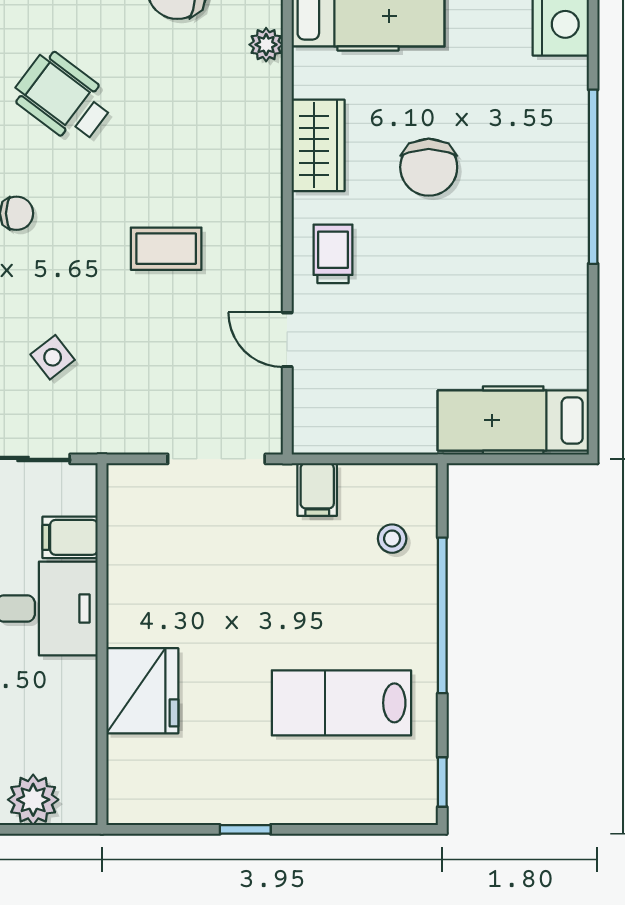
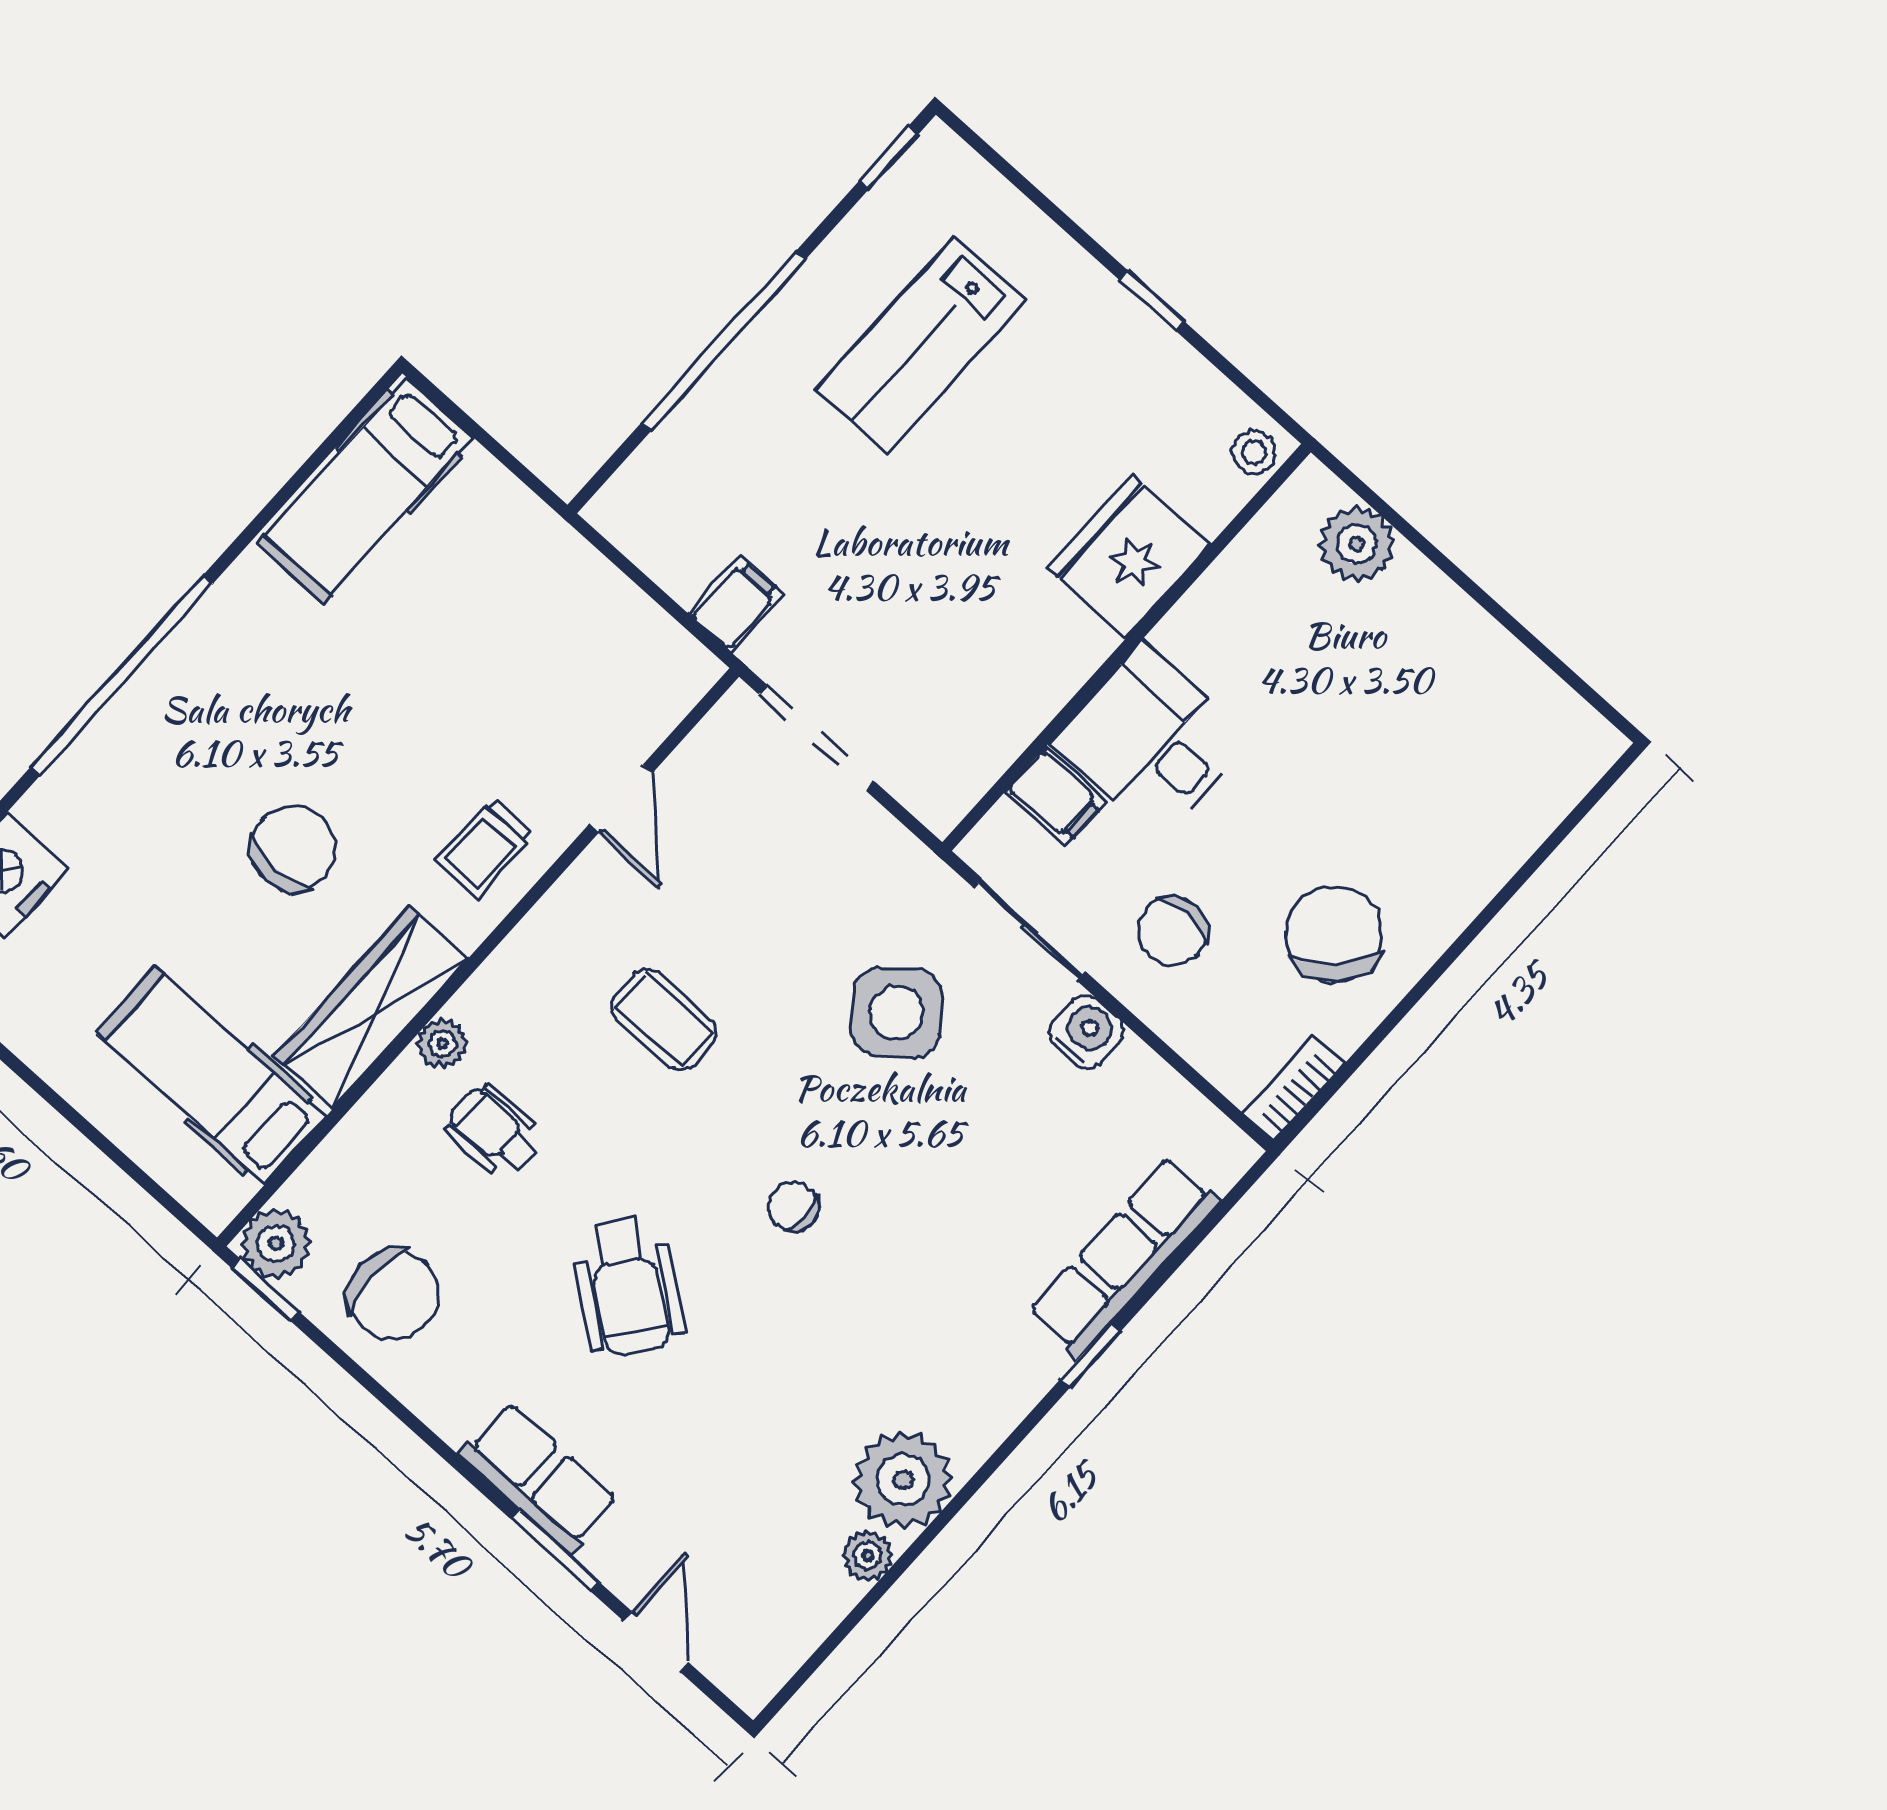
plant: (266, 45) -> (442, 1044), moved
wheelchair: (200, 116) -> (494, 1132), added
wardrobe: (318, 145) -> (371, 1008), width x1.50
side table: (53, 357) -> (896, 1012), width x1.87, depth x1.87
hospital bed: (513, 420) -> (365, 490), moved, turned 90
stool: (392, 539) -> (1254, 452), moved
lab bench: (341, 703) -> (921, 345), turned 90

